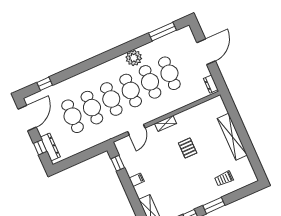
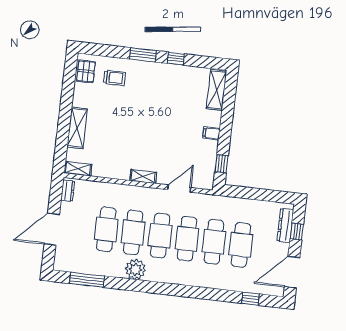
shelving: (213, 103) -> (78, 169), added
shelving: (232, 137) -> (77, 128), width x0.68
pallet: (188, 148) -> (86, 71), moved

